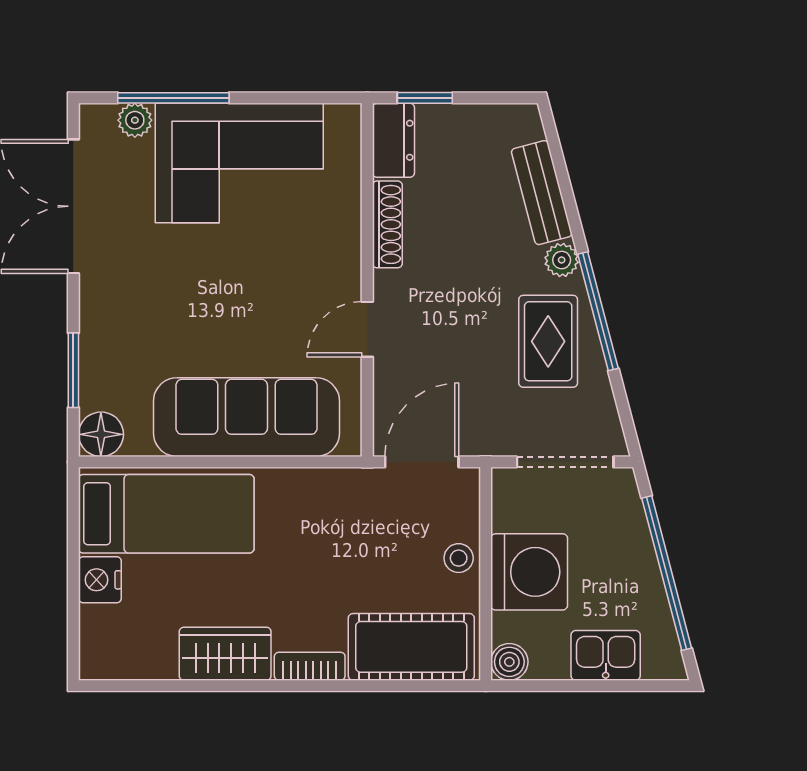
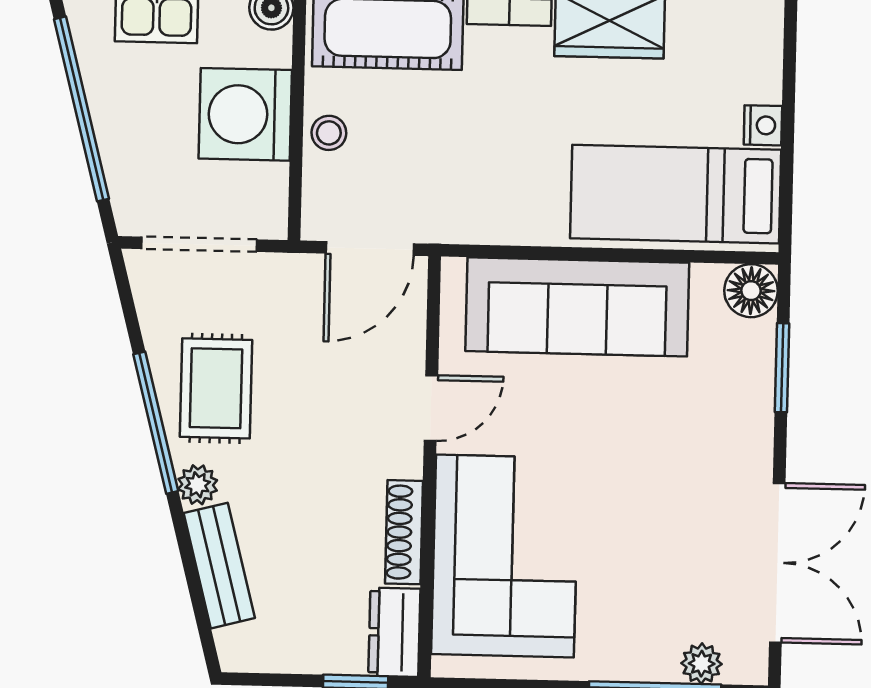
corner sofa: (239, 163) -> (505, 556), moved, turned 90
nightstand: (100, 580) -> (763, 125), width x0.72, depth x0.74

